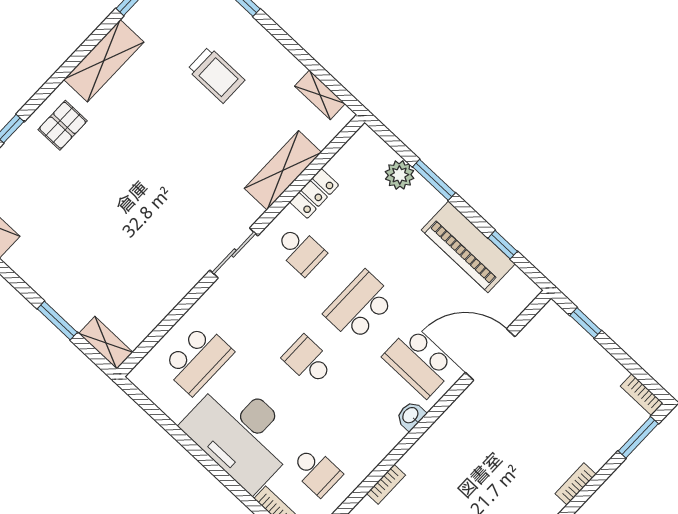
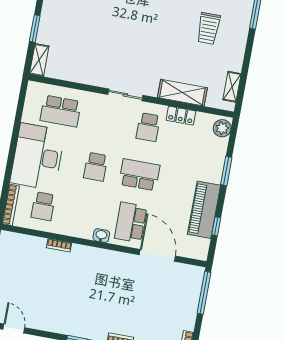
plant: (400, 175) -> (222, 128), moved
window: (586, 323) -> (204, 293), width x2.17
school desk: (308, 361) -> (96, 167), turned 180

